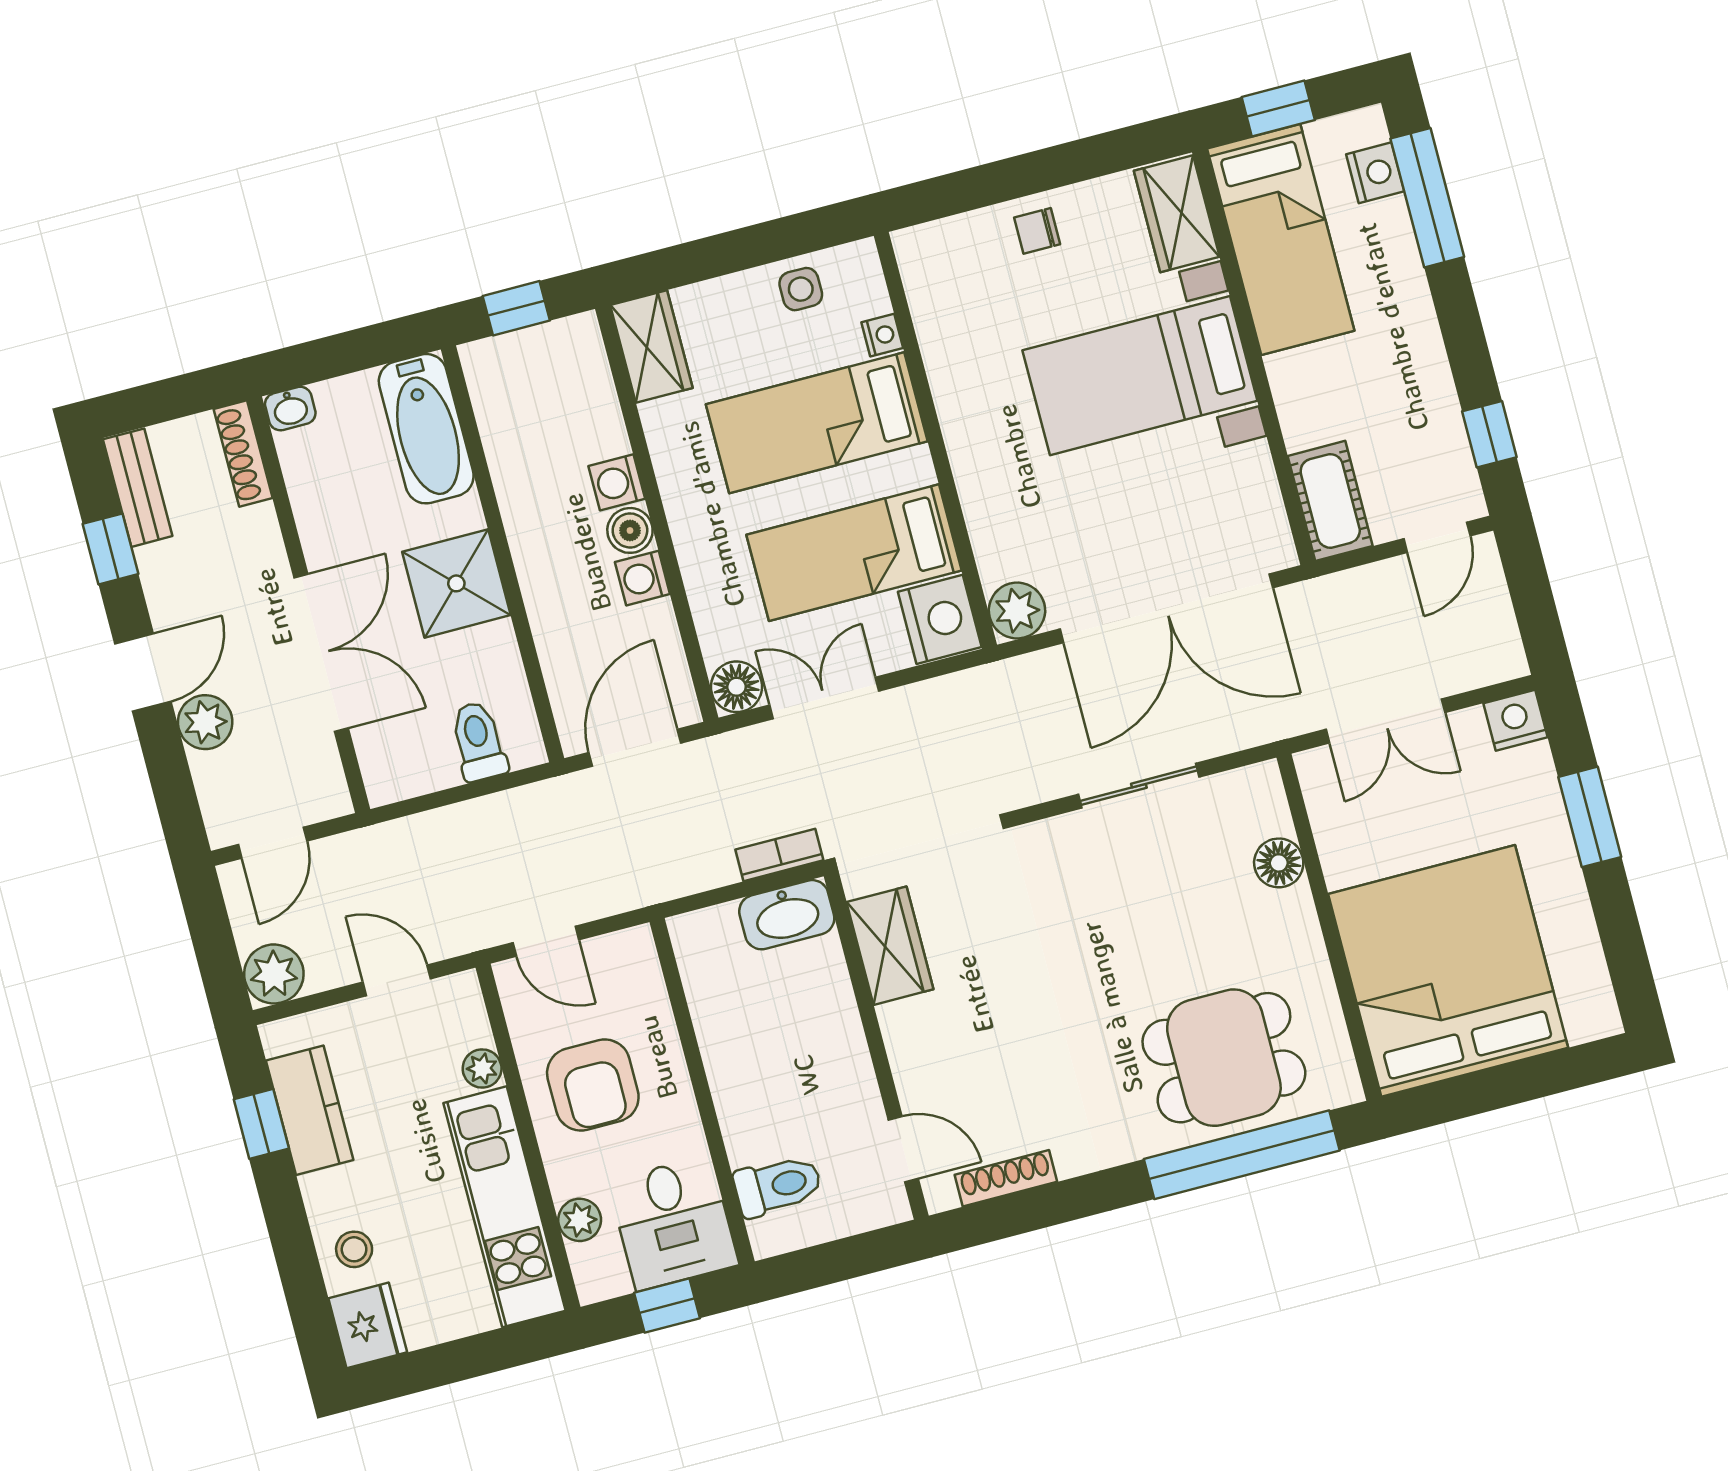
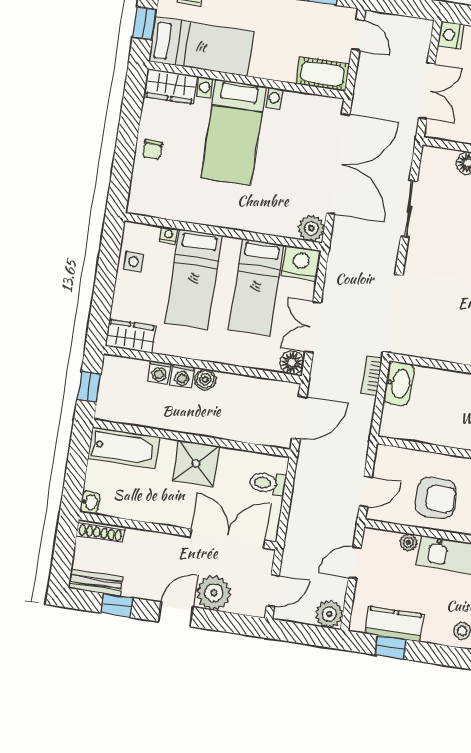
washing machine: (642, 578) -> (159, 372), moved
double door: (321, 653) -> (228, 538), moved
door: (143, 672) -> (176, 614), hinge flipped
plant: (205, 722) -> (214, 593), width x1.36, depth x1.36
door: (635, 748) -> (299, 418), swing flipped
door: (273, 843) -> (273, 590), hinge flipped
wardrobe: (890, 946) -> (431, 345), removed

